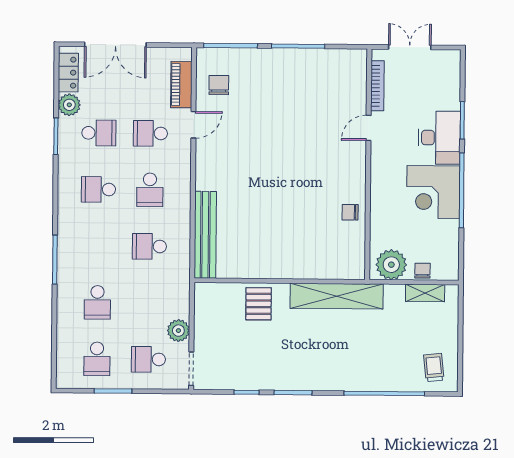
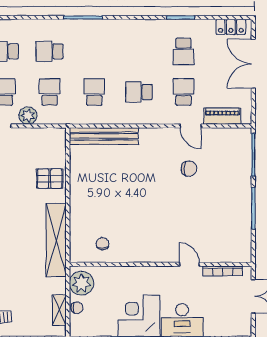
chair: (219, 85) -> (189, 169), moved
plant: (69, 105) -> (205, 28), removed
school desk: (98, 189) -> (50, 92), moved
chair: (350, 212) -> (103, 244), moved

